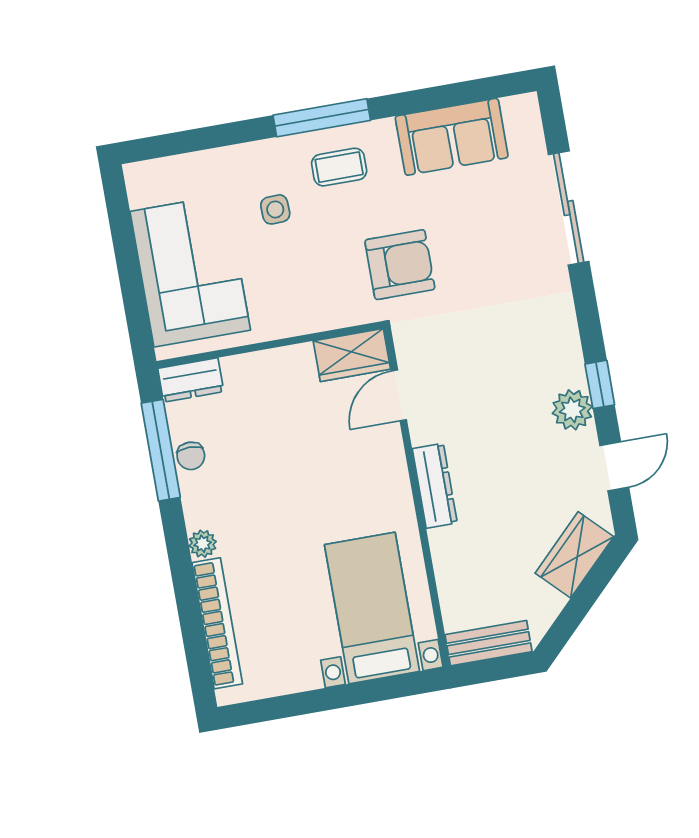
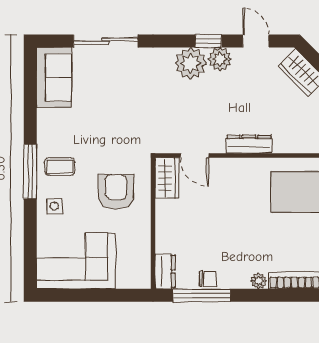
sofa: (452, 137) -> (54, 77), moved
coffee table: (339, 167) -> (60, 167), turned 90
side table: (275, 209) -> (54, 206), moved
armchair: (400, 265) -> (116, 192), moved
corner sofa: (190, 271) -> (76, 261), moved
plant: (556, 361) -> (191, 63), added

